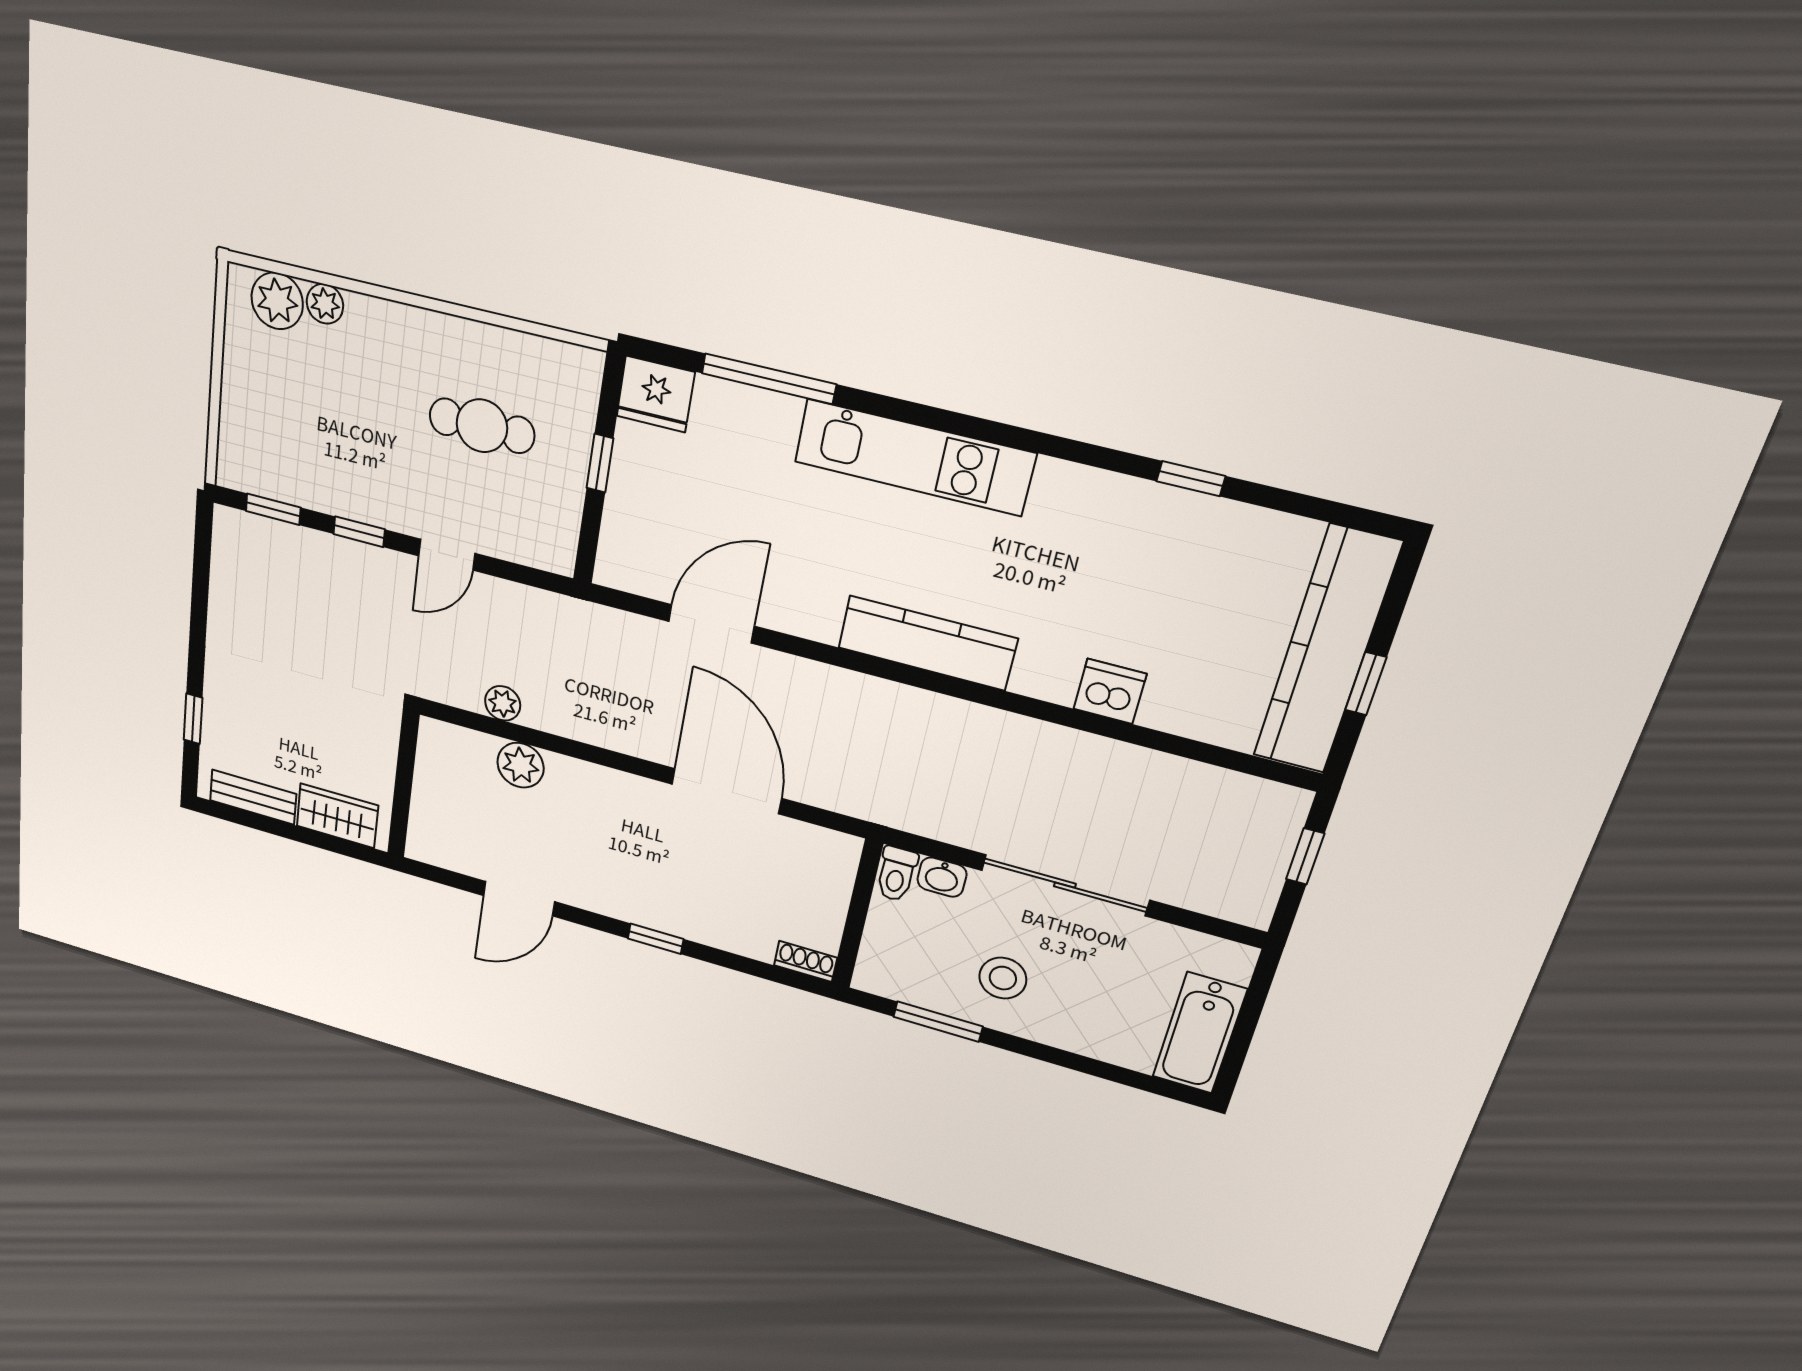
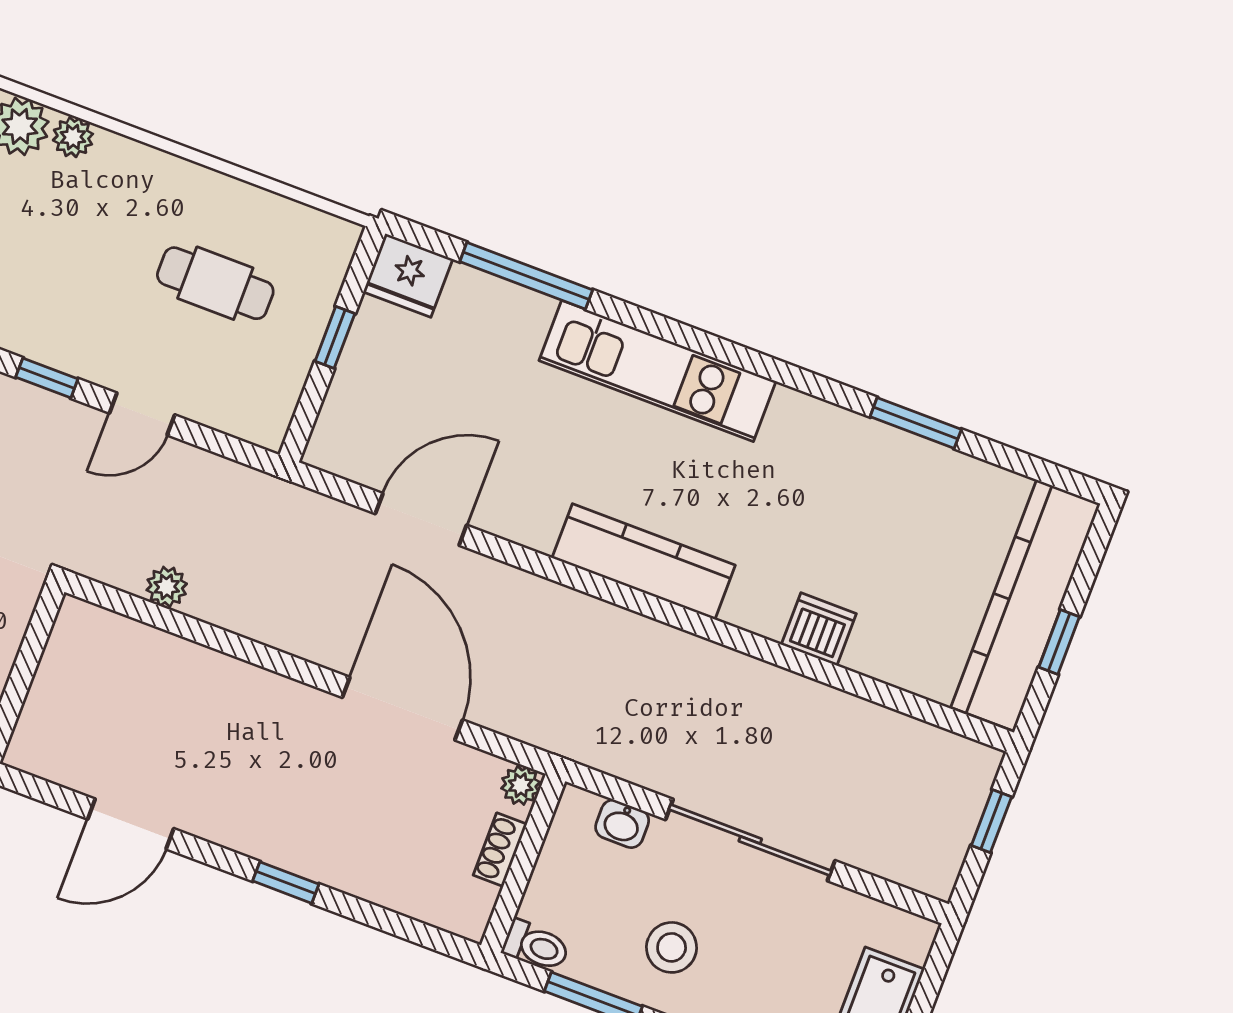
window: (1191, 479) -> (916, 423), width x1.50
plant: (521, 765) -> (521, 785), moved, width x0.73, depth x0.73
toilet: (896, 874) -> (536, 946), moved, turned -90
shoe rack: (806, 961) -> (500, 850), moved, turned -90

